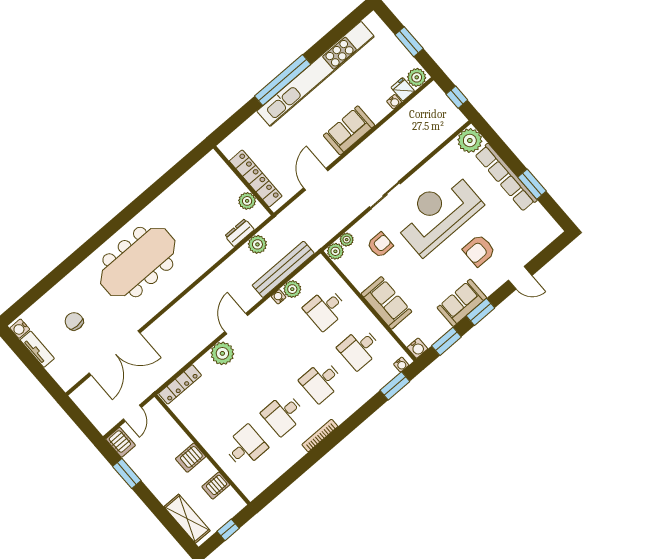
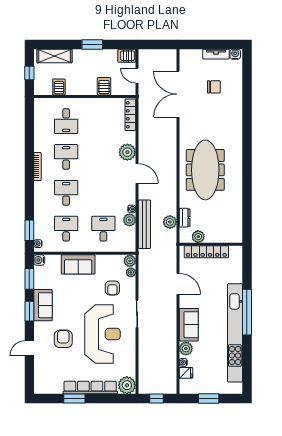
plant: (417, 77) -> (186, 349), moved
meeting table: (138, 262) -> (205, 170), moved
server rack: (191, 458) -> (104, 86), moved
window: (127, 473) -> (92, 44), moved

